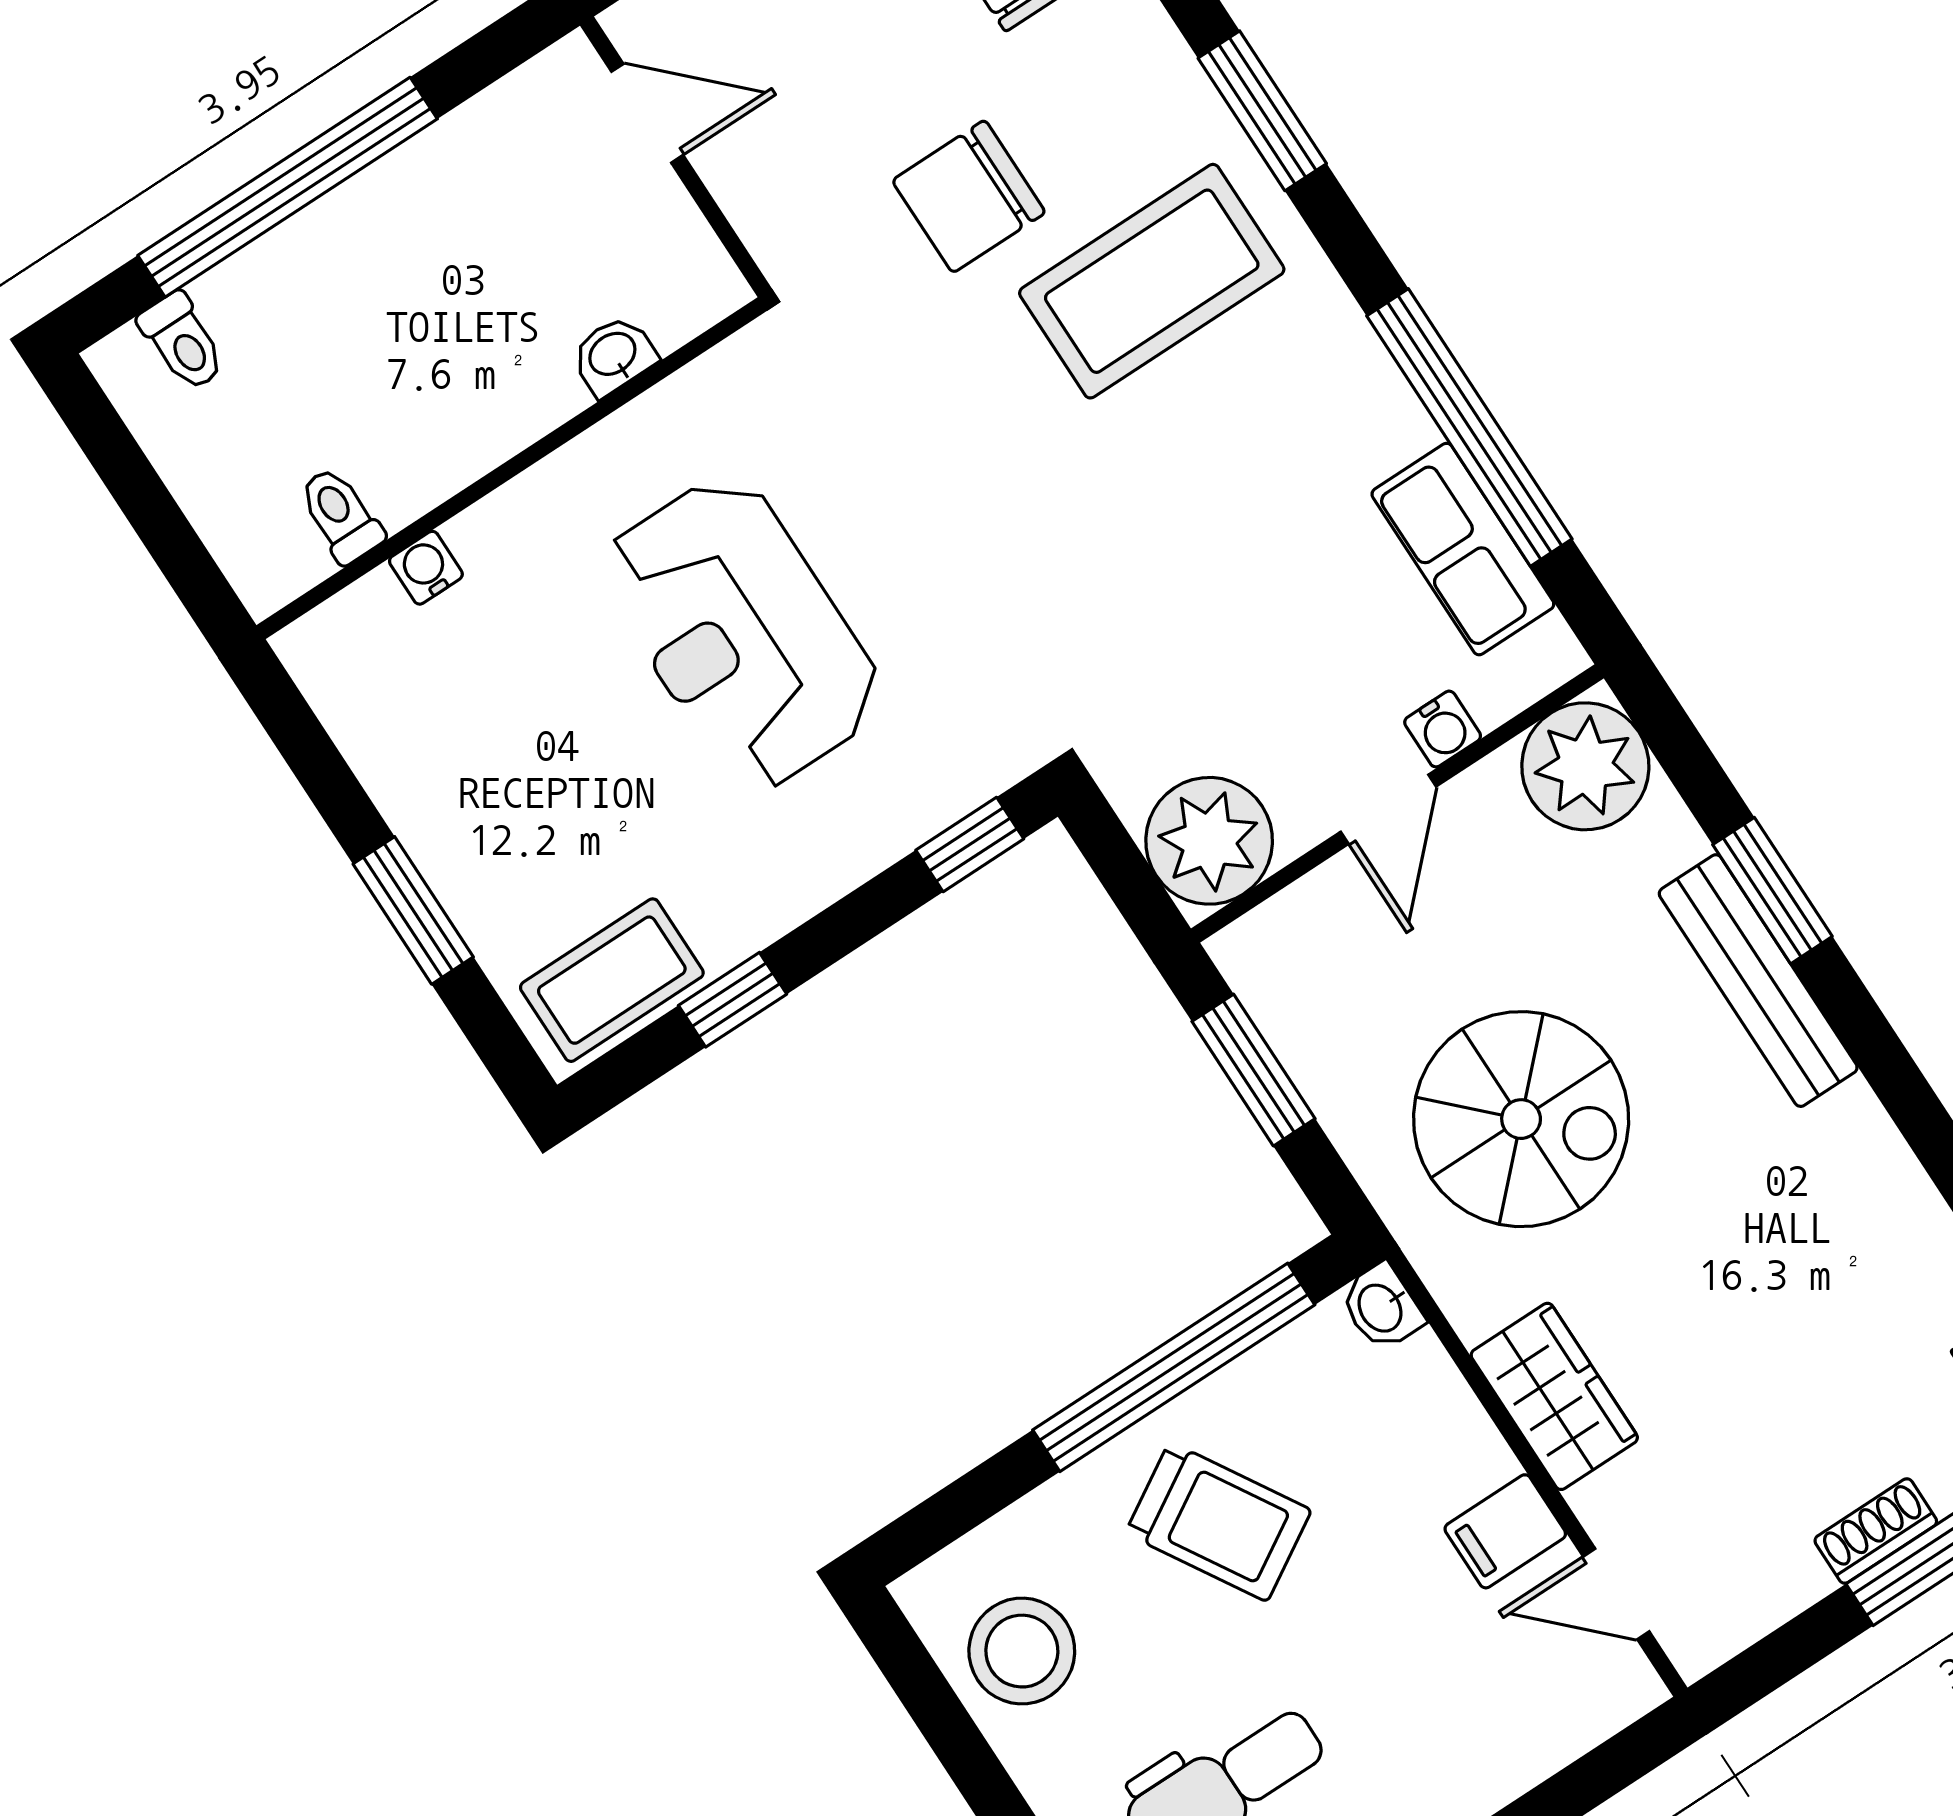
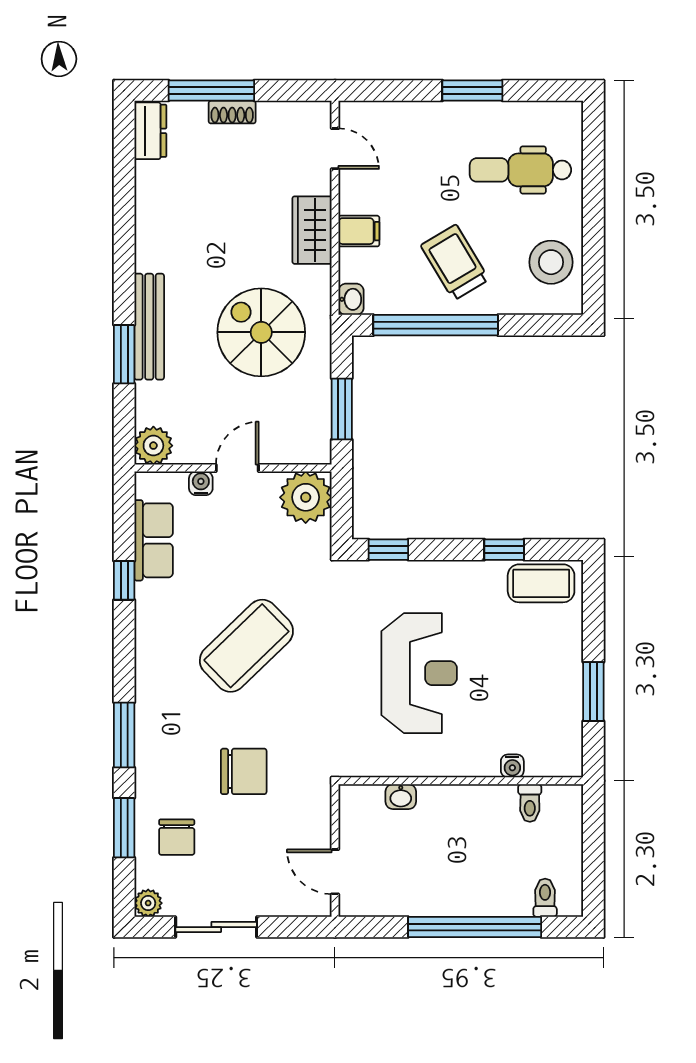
coffee table: (1152, 281) -> (246, 646), moved, turned -44
window: (1469, 427) -> (124, 580), width x0.32
plant: (1585, 766) -> (153, 446), width x0.73, depth x0.73
window: (413, 910) -> (593, 692), moved
filing cabinet: (1505, 1531) -> (359, 231), moved

